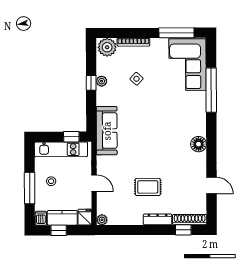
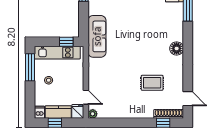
door: (94, 183) -> (86, 97), moved
door: (212, 185) -> (188, 99), moved
rug: (148, 187) -> (152, 83), moved
window: (30, 188) -> (30, 67), moved
dresser: (158, 219) -> (141, 114), removed

